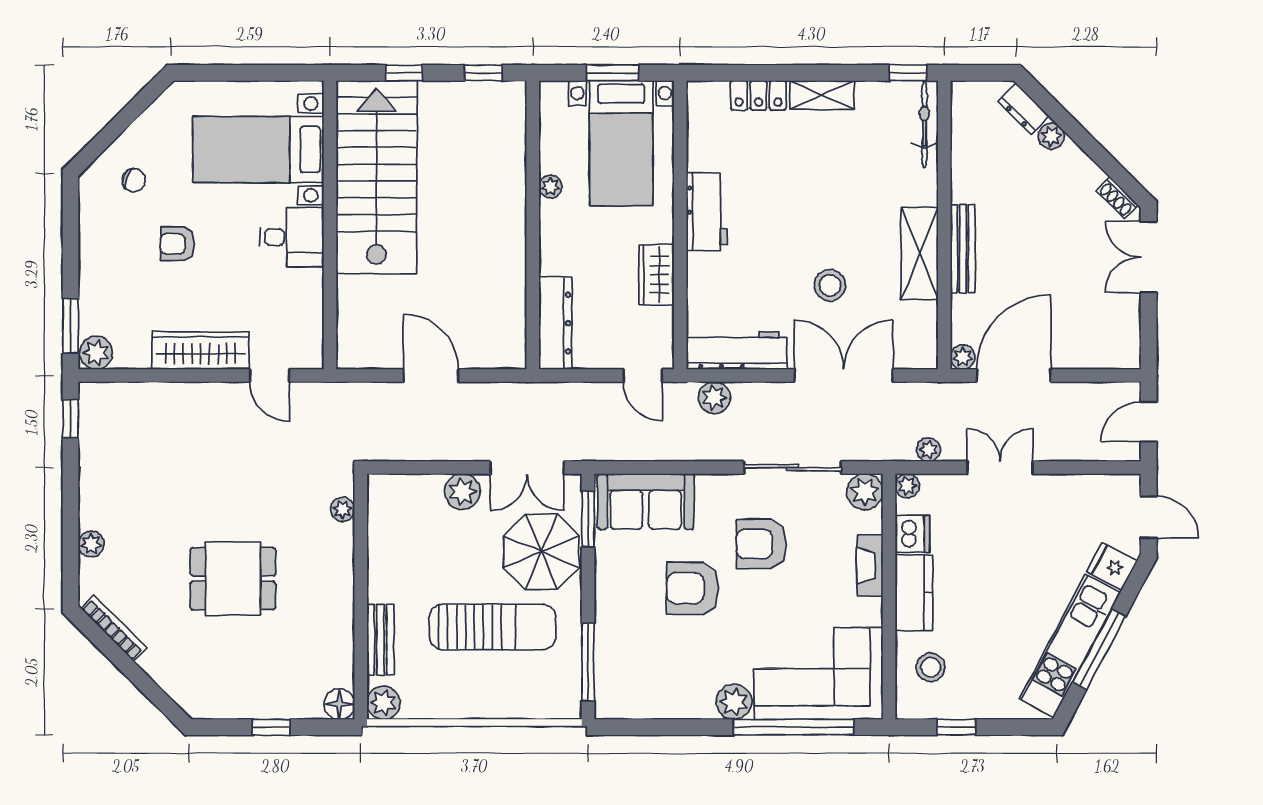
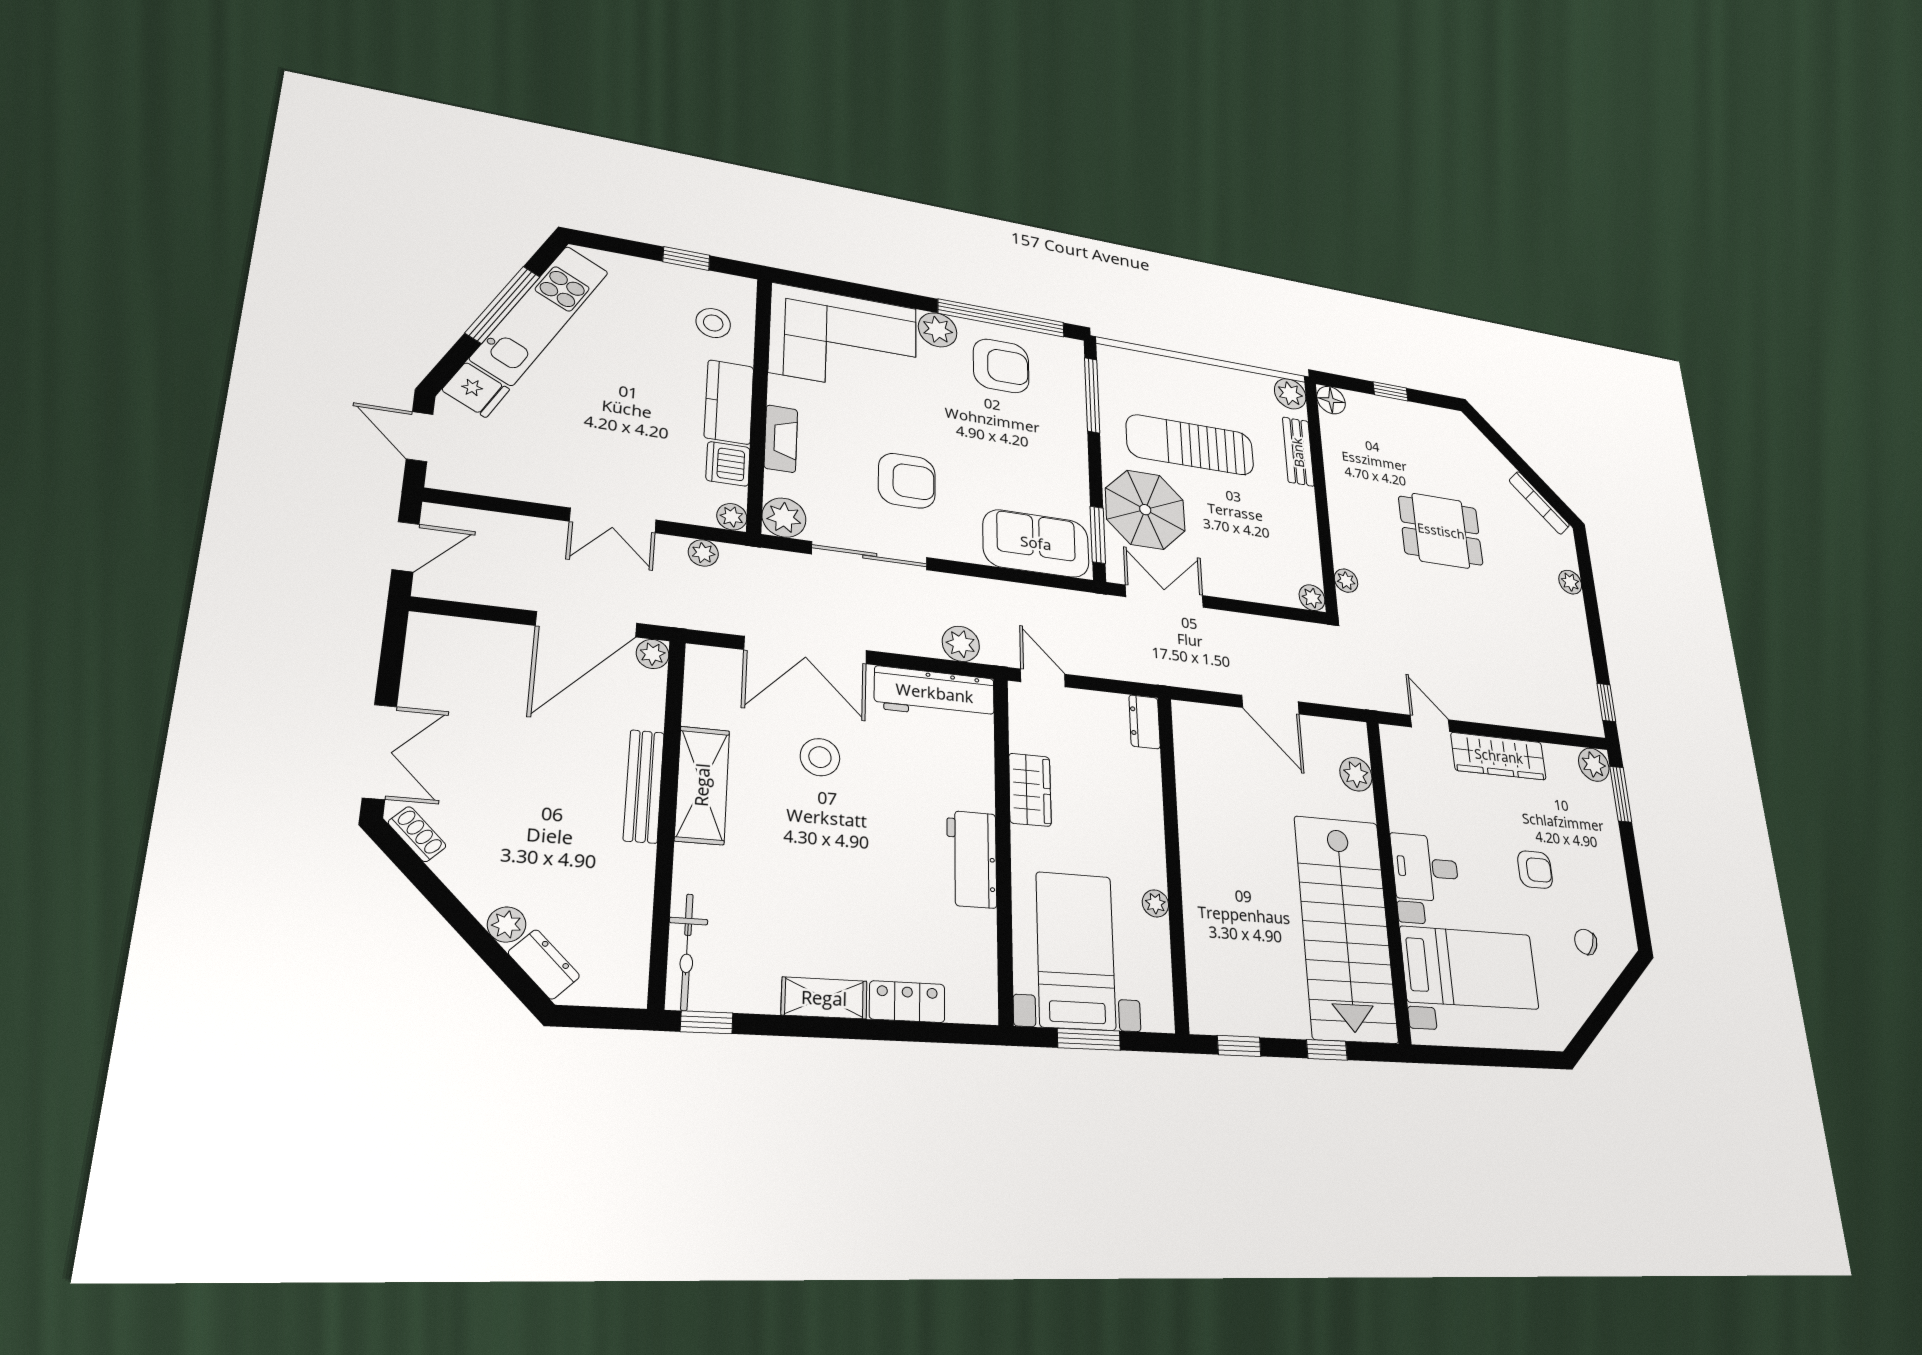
plant: (352, 318) -> (1356, 774), added
dresser: (555, 323) -> (1145, 722), width x0.51, depth x0.80
plant: (462, 492) -> (1312, 598), moved, width x0.73, depth x0.73
armchair: (693, 588) -> (1001, 366), moved
window: (794, 727) -> (1001, 318), moved

